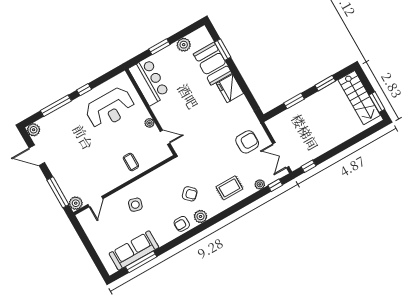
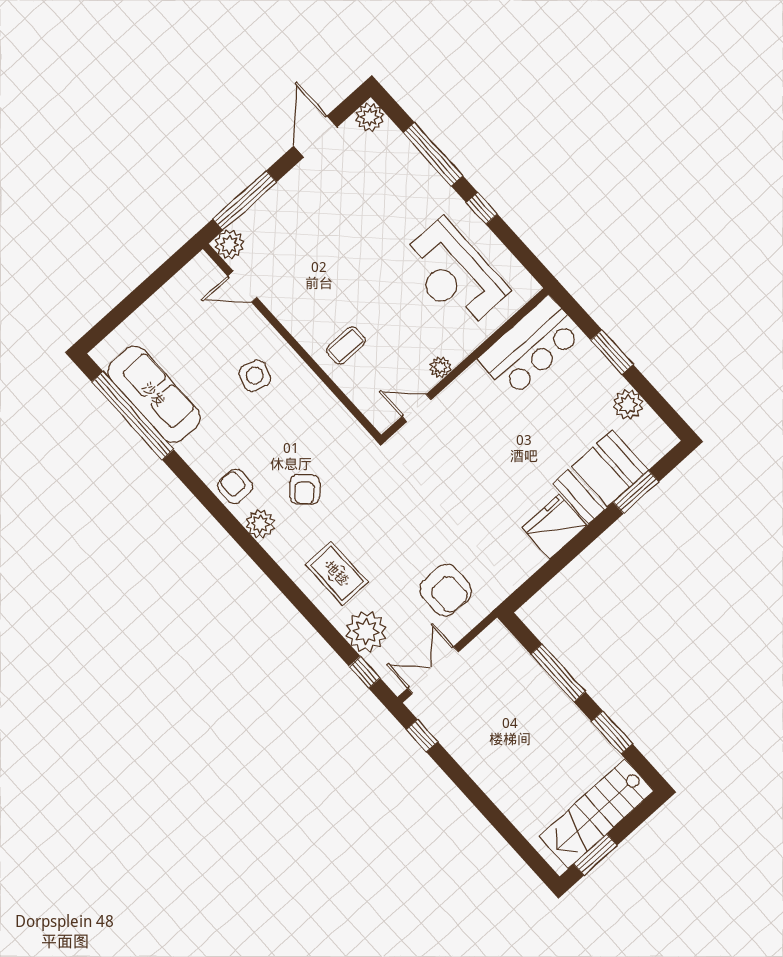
window: (294, 101) -> (558, 673), width x1.44
door: (165, 137) -> (416, 408), swing flipped
plant: (260, 184) -> (366, 632), width x1.87, depth x1.87
window: (141, 262) -> (133, 416), width x1.46

